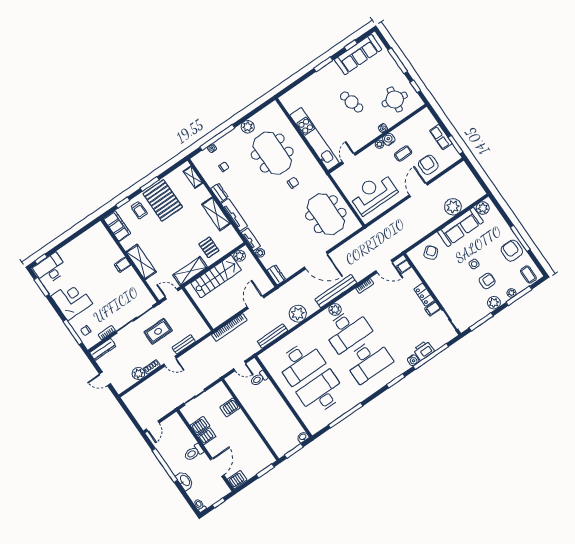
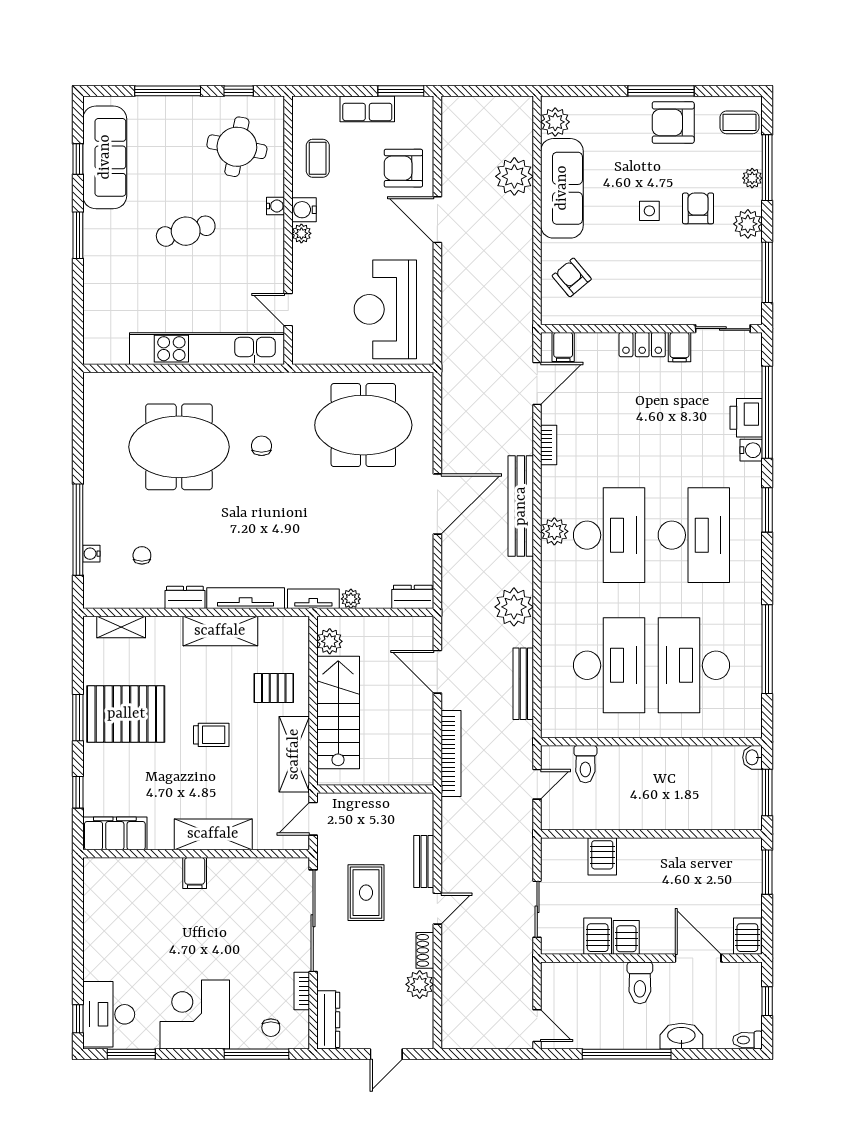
plant: (248, 127) -> (97, 459), removed
coffee table: (403, 154) -> (318, 158), moved
trolley: (139, 210) -> (211, 735), moved

